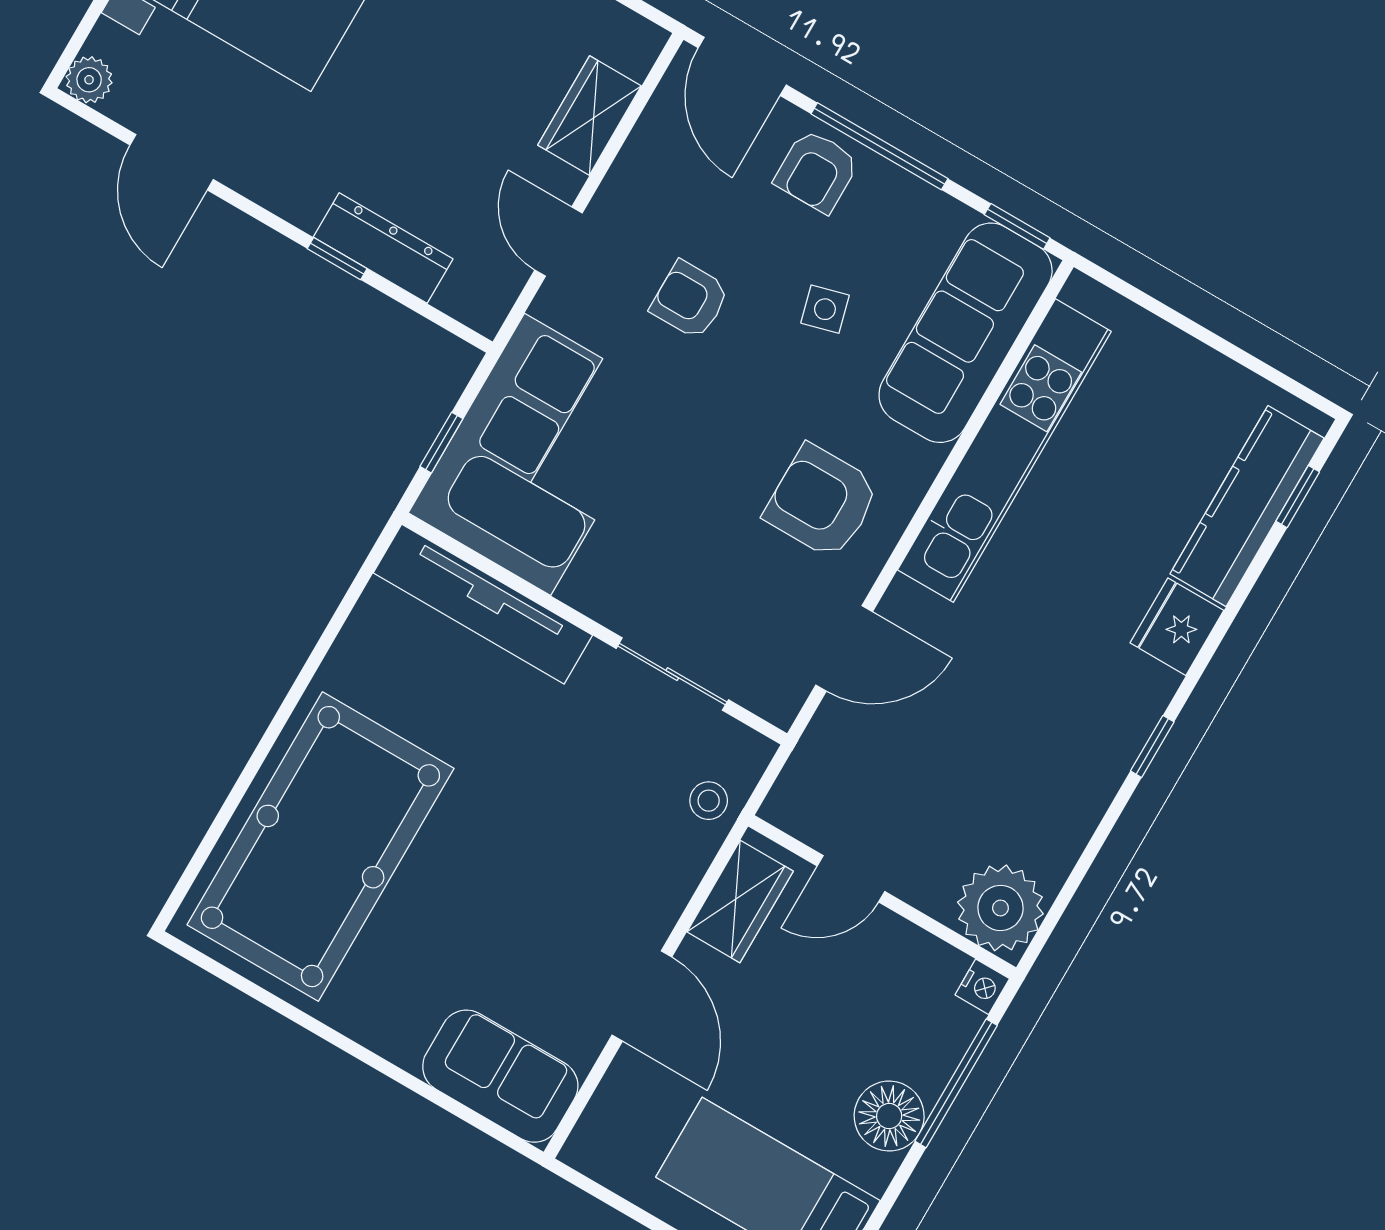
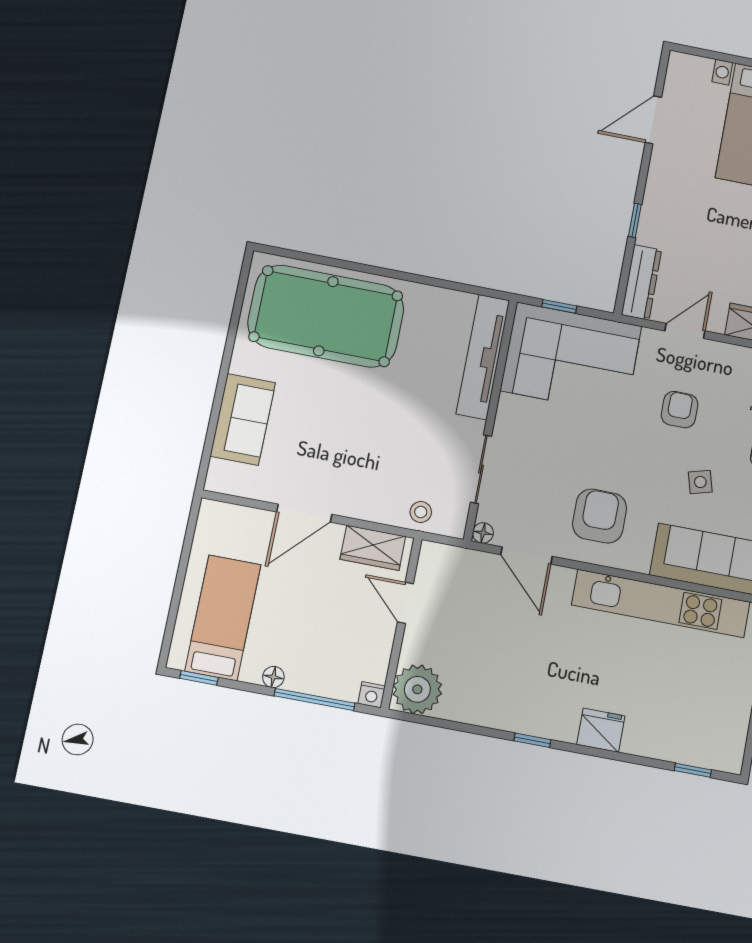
plant: (89, 80) -> (680, 64), removed
dresser: (383, 248) -> (641, 282), moved
kitchen counter: (1247, 506) -> (678, 745), removed
floor lamp: (781, 708) -> (483, 533), added
sofa: (500, 1076) -> (243, 419), moved
floor lamp: (889, 1116) -> (273, 677), width x0.53, depth x0.53

